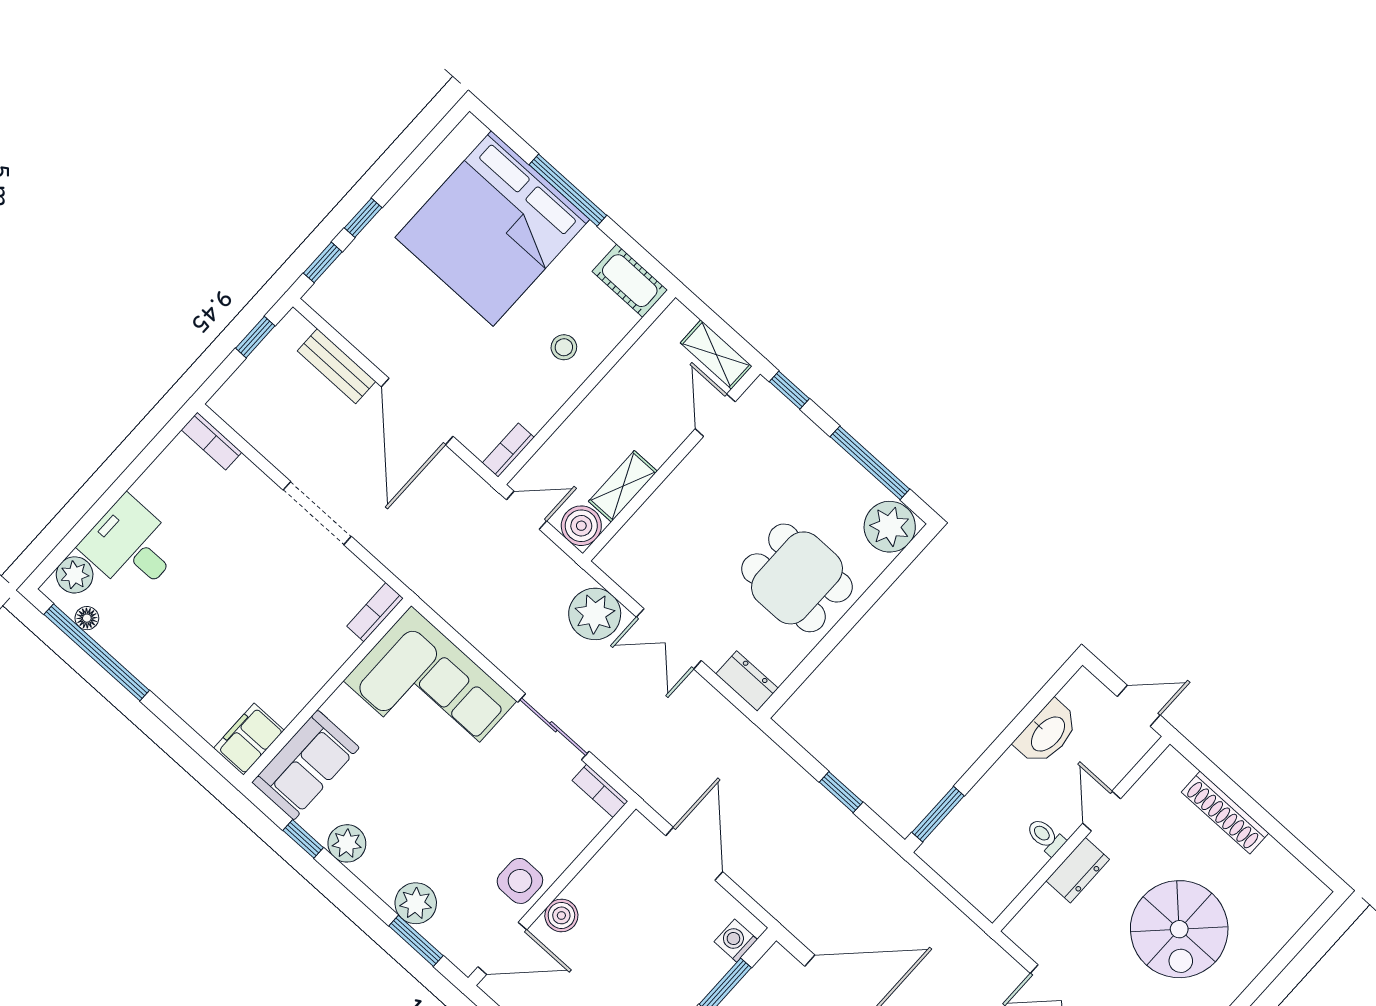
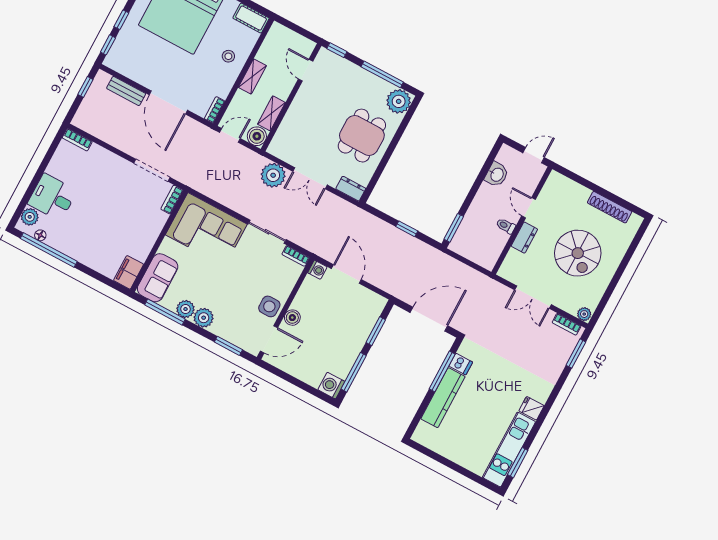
shelving: (716, 354) -> (252, 76), moved, turned 90
doorway: (317, 513) -> (152, 170), moved
dining table: (797, 578) -> (362, 136), turned 90
washbasin: (1047, 733) -> (497, 174), width x0.72
shoe rack: (1225, 813) -> (610, 207), moved
window: (303, 839) -> (165, 312), width x2.17
plant: (416, 903) -> (204, 318), moved
washing machine: (736, 941) -> (317, 270), moved, turned 180

